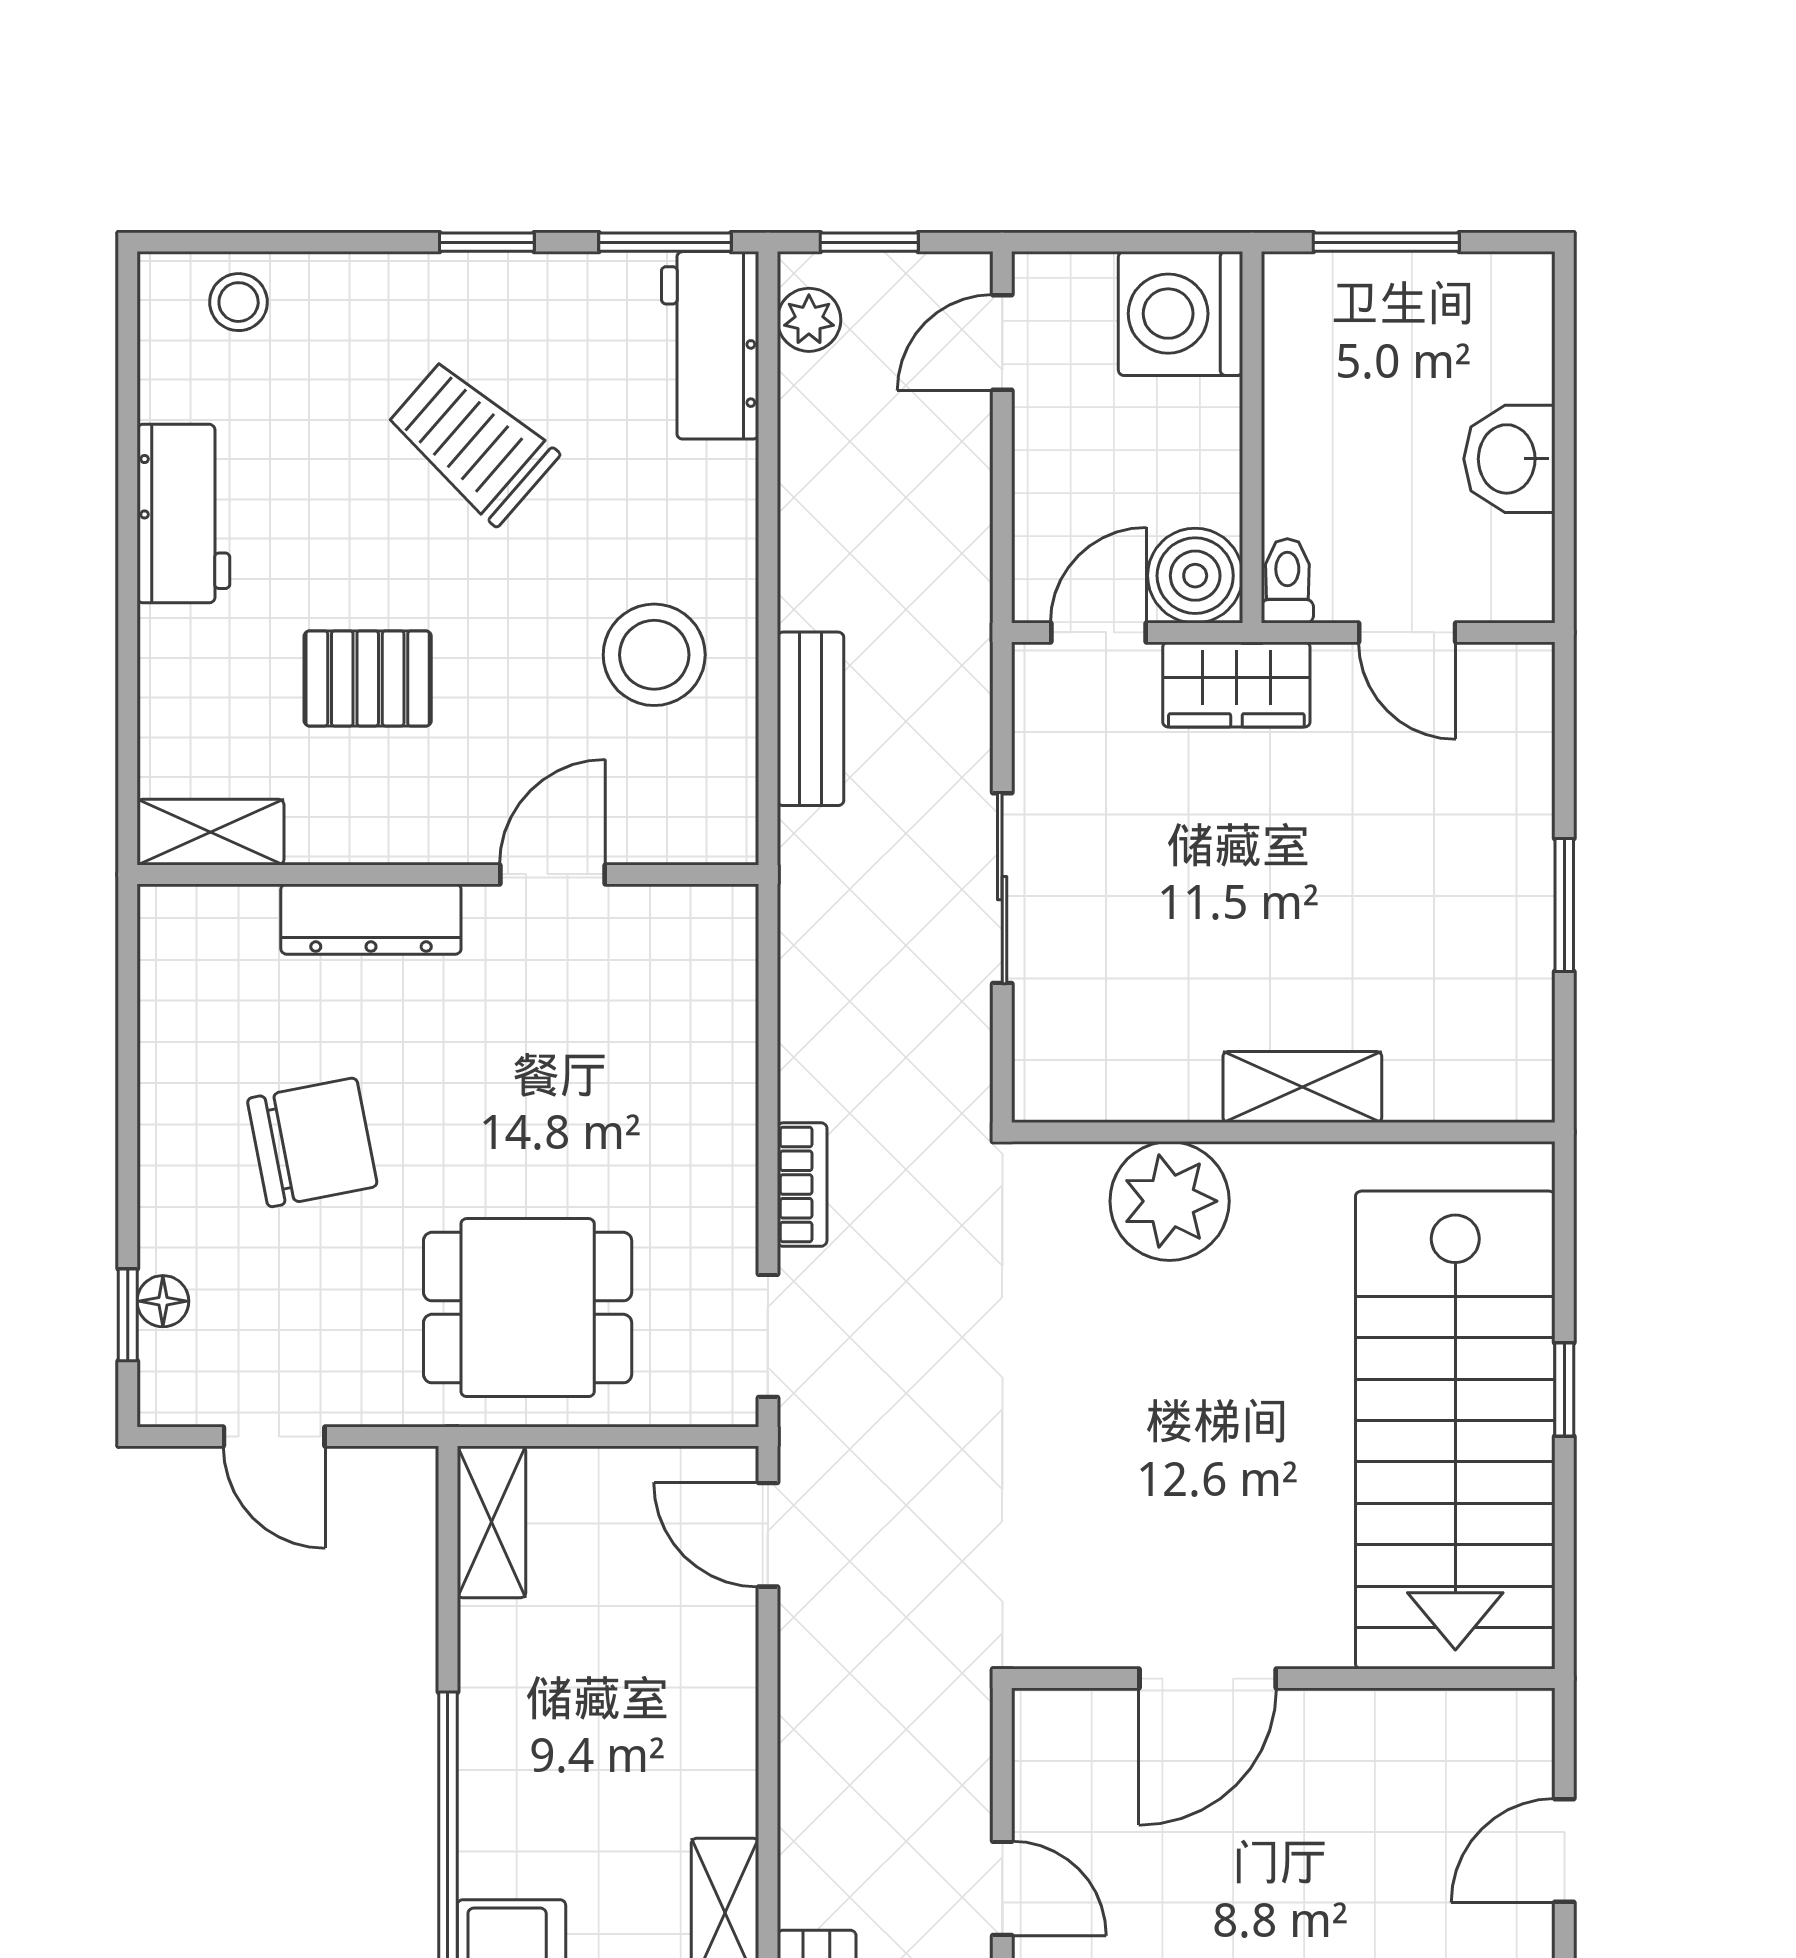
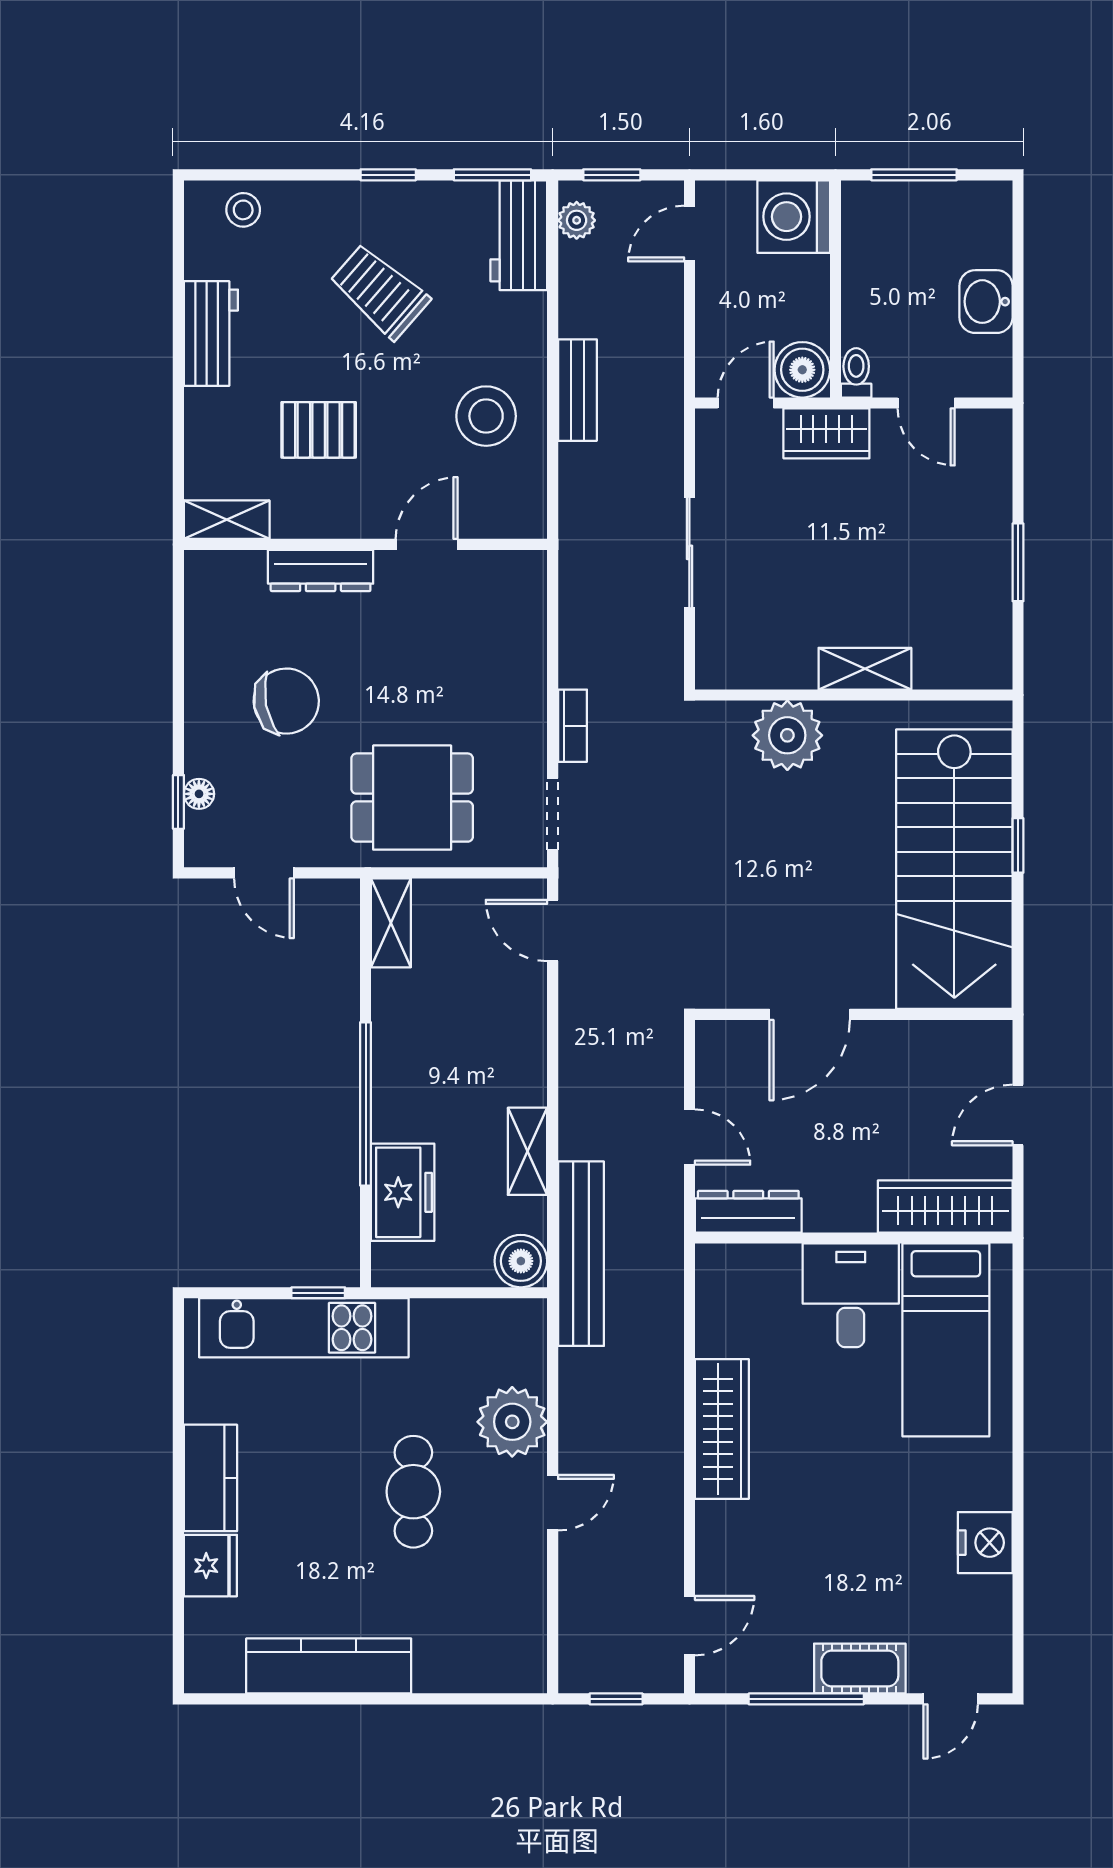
bench: (810, 719) -> (577, 390), moved

